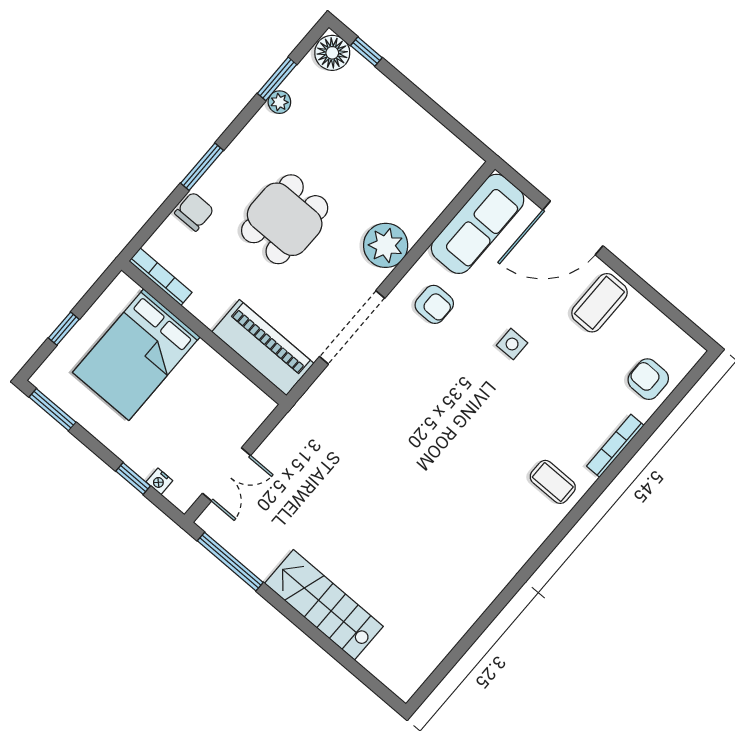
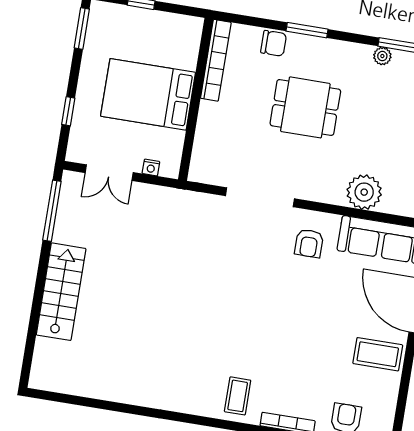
plant: (386, 245) -> (364, 192), moved
bookcase: (160, 277) -> (216, 60), width x1.48, depth x1.31
side table: (512, 344) -> (314, 312), removed
piano: (263, 348) -> (210, 145), removed
bed: (136, 355) -> (148, 94), moved
nightstand: (159, 481) -> (151, 167), moved, turned -90

